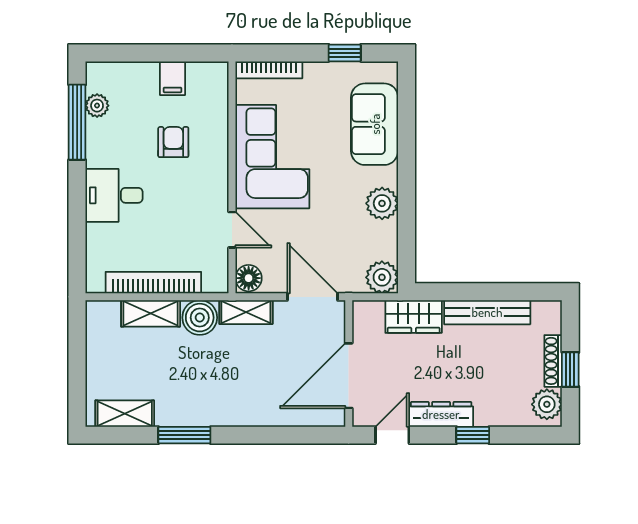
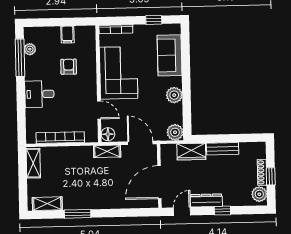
bench: (487, 312) -> (223, 149), width x0.73
shelving: (151, 313) -> (33, 163), moved, turned 90
boiler: (200, 318) -> (84, 155), removed

